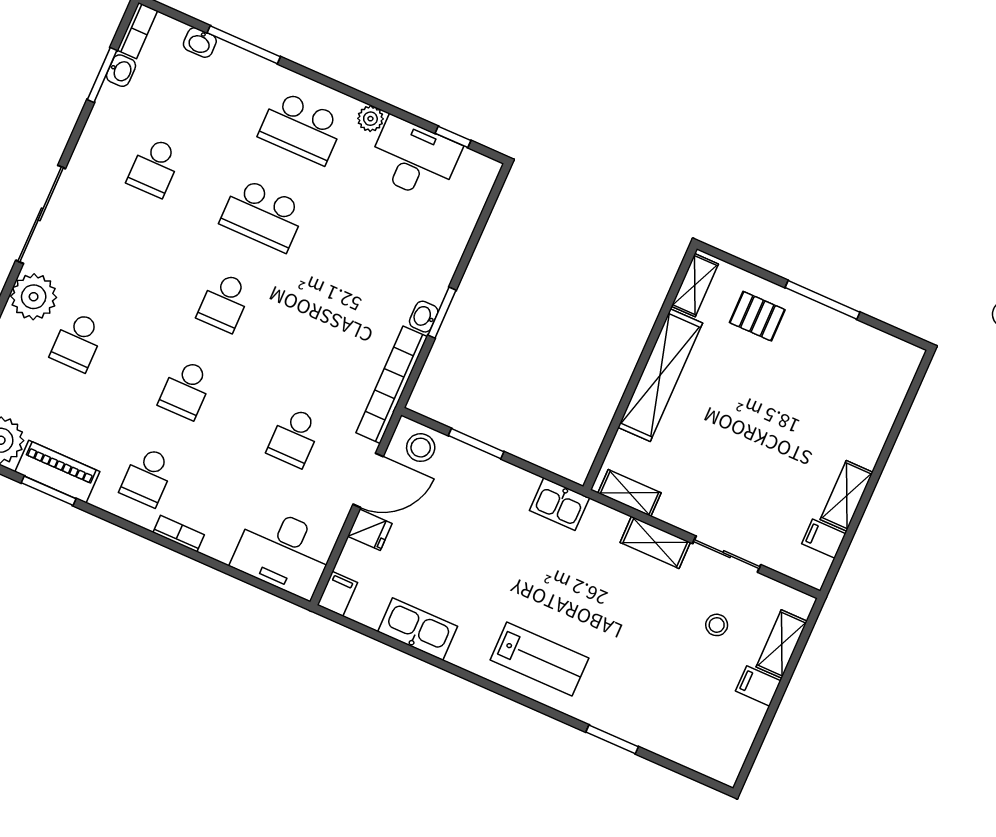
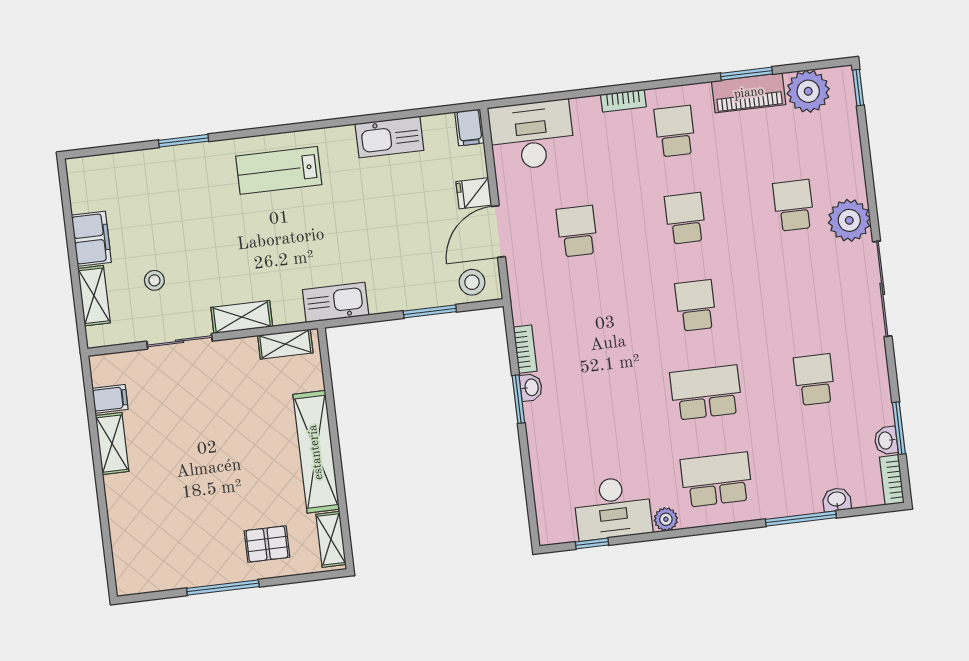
bookcase: (392, 385) -> (525, 349), width x0.43, depth x0.76
kitchen sink: (559, 504) -> (336, 302), width x1.38
filing cabinet: (758, 686) -> (91, 239), width x2.00

